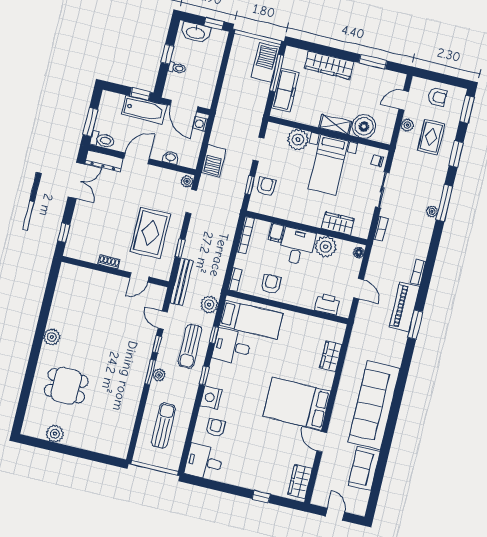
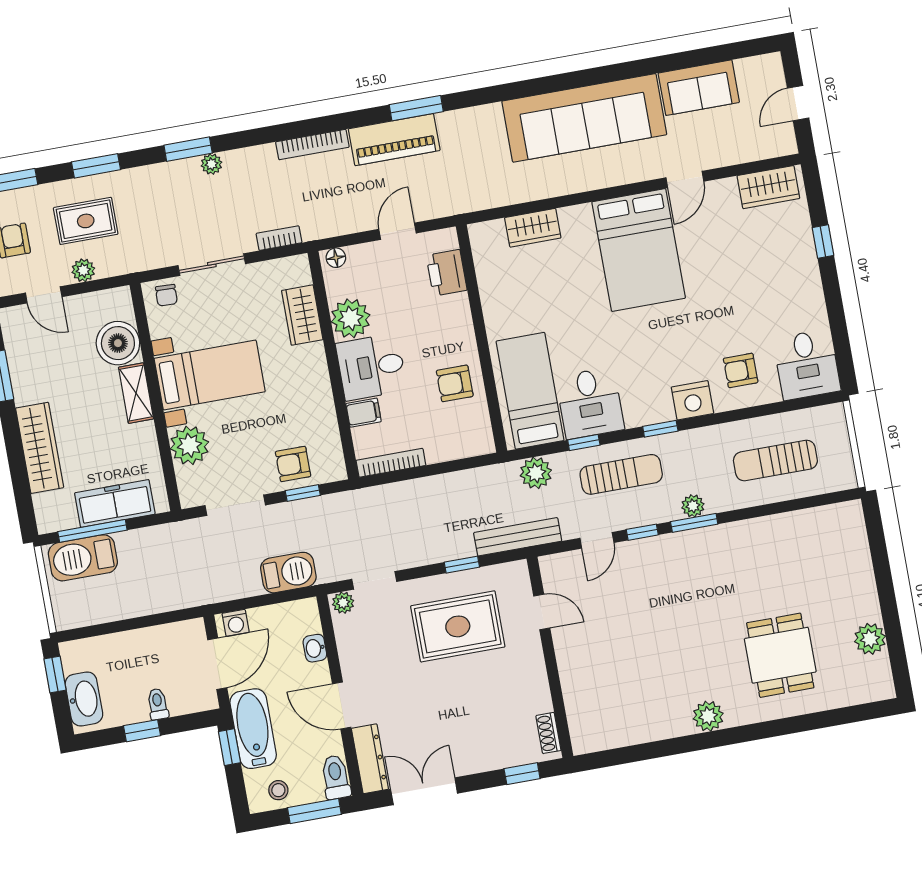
stool: (108, 109) -> (278, 790), added
doorway: (258, 149) -> (235, 505), width x1.38
window: (444, 203) -> (188, 149), width x0.69
shoe rack: (109, 262) -> (548, 733), moved
bookcase: (418, 272) -> (312, 144), width x1.56
bookcase: (235, 279) -> (474, 448), removed

